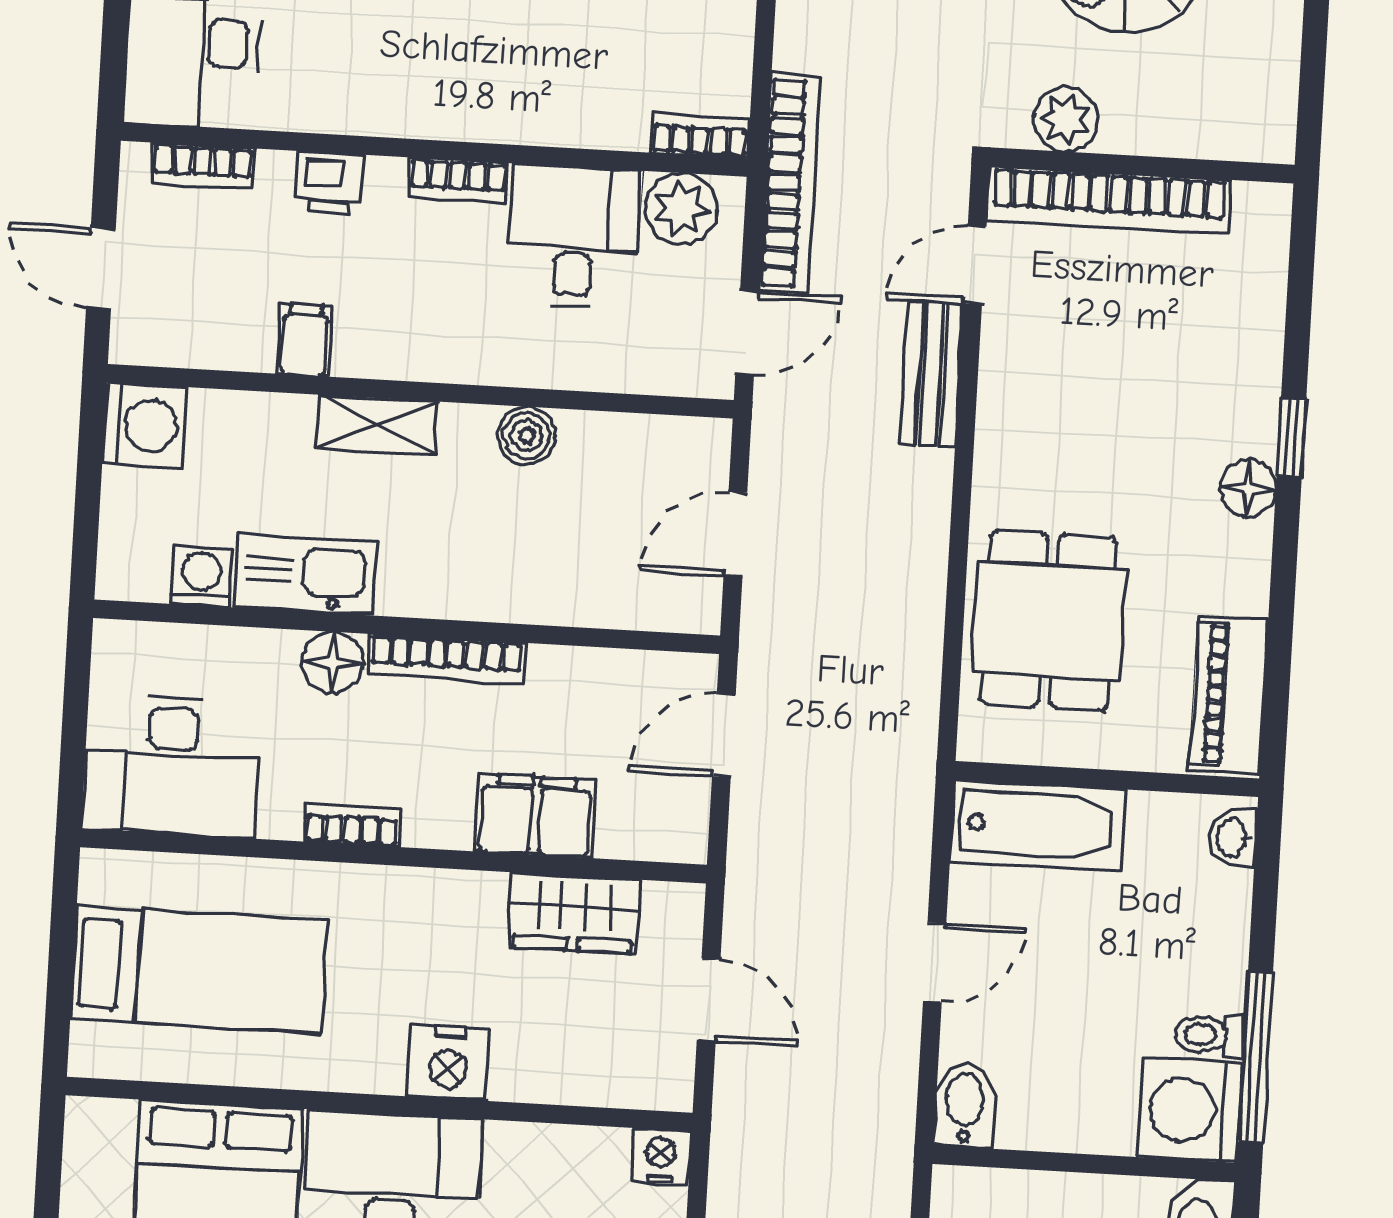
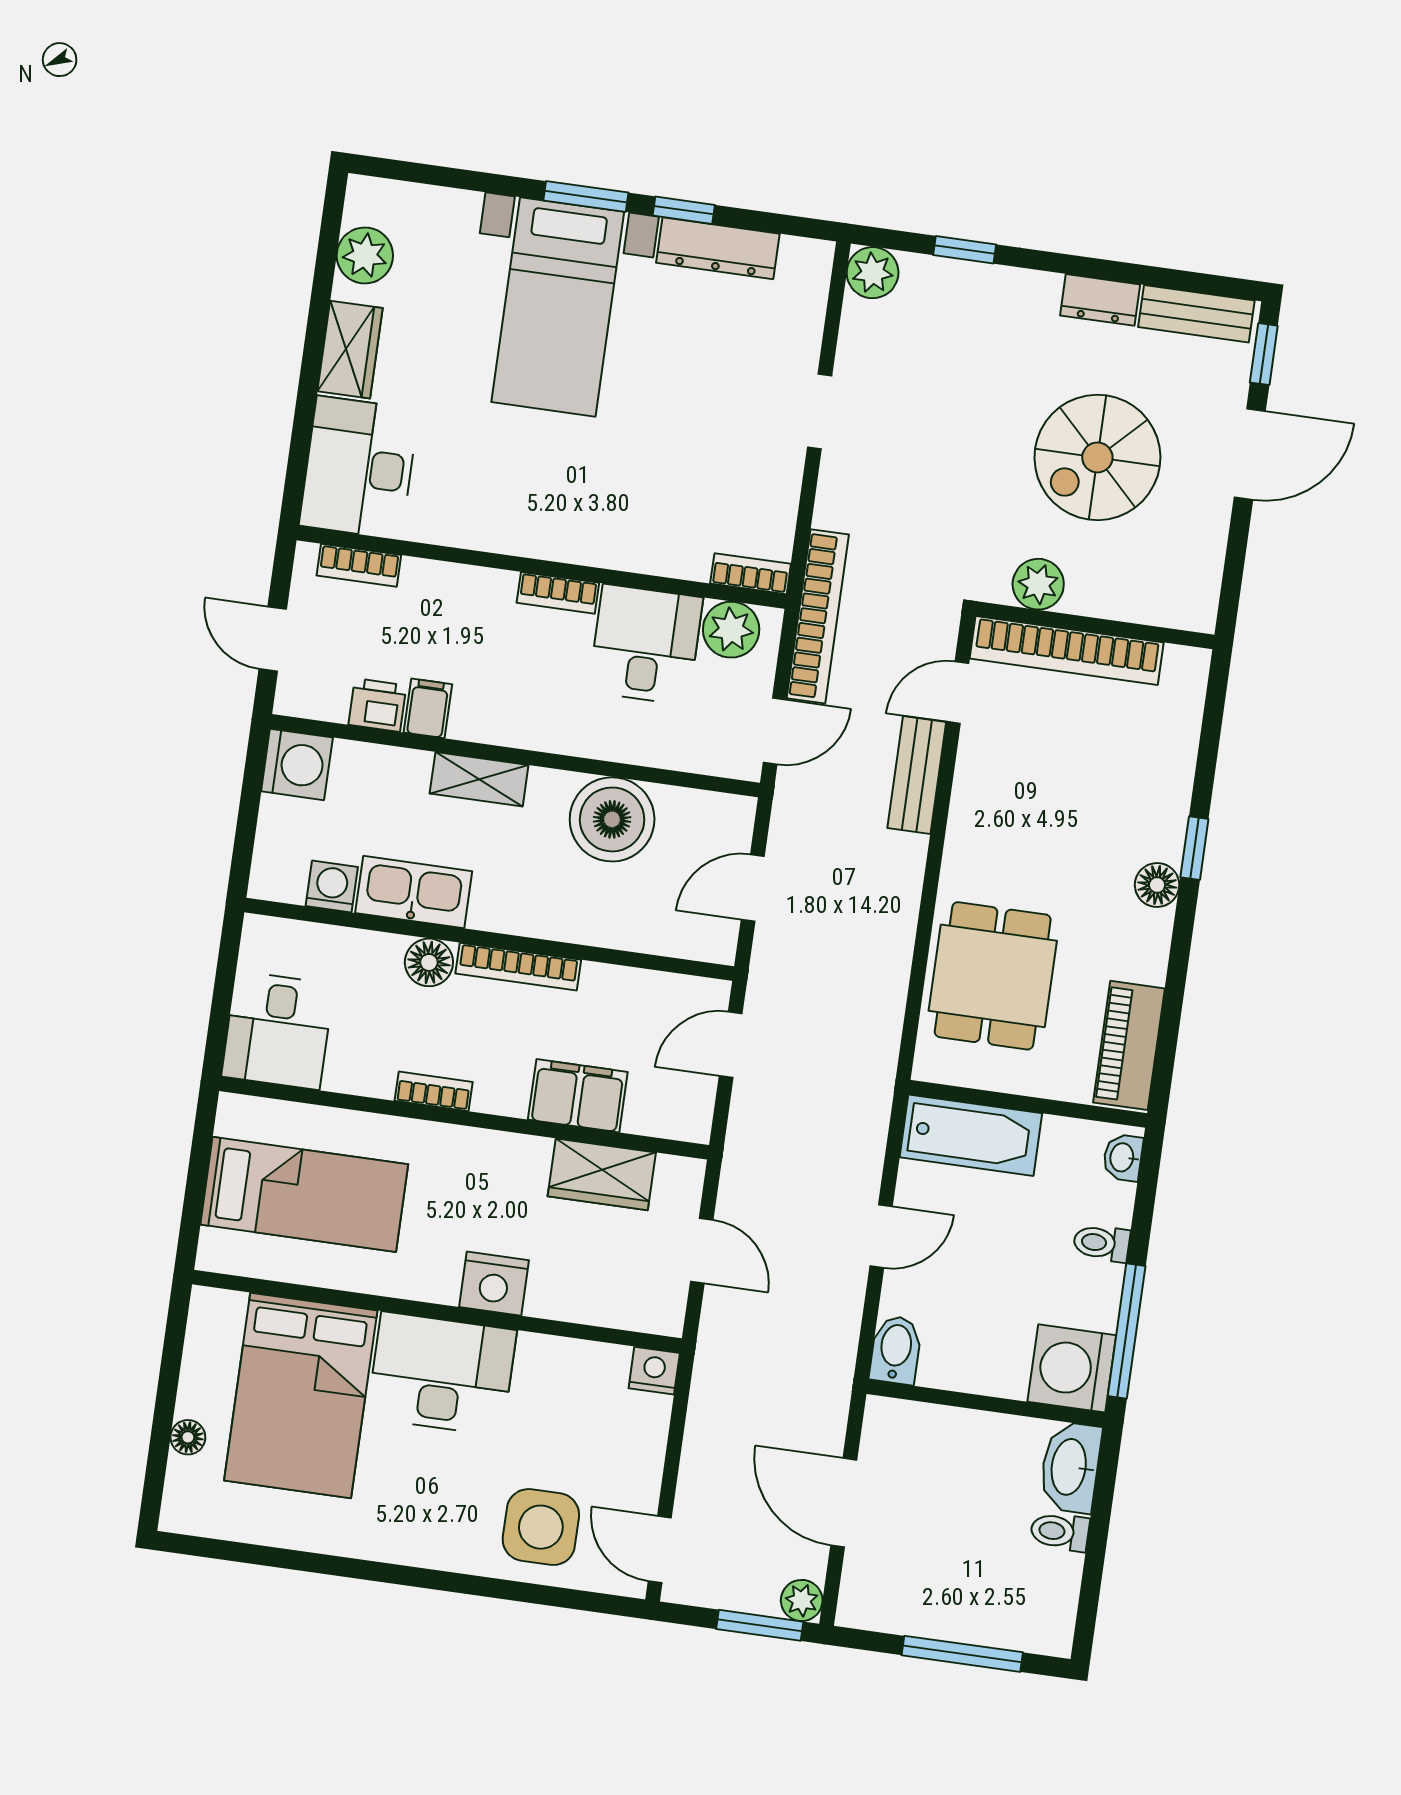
printer: (329, 183) -> (377, 705), moved, turned 180
boiler: (527, 436) -> (612, 819), width x1.86, depth x1.86
desk: (172, 766) -> (278, 1030), width x0.73
toilet: (1210, 1035) -> (1102, 1243), moved

